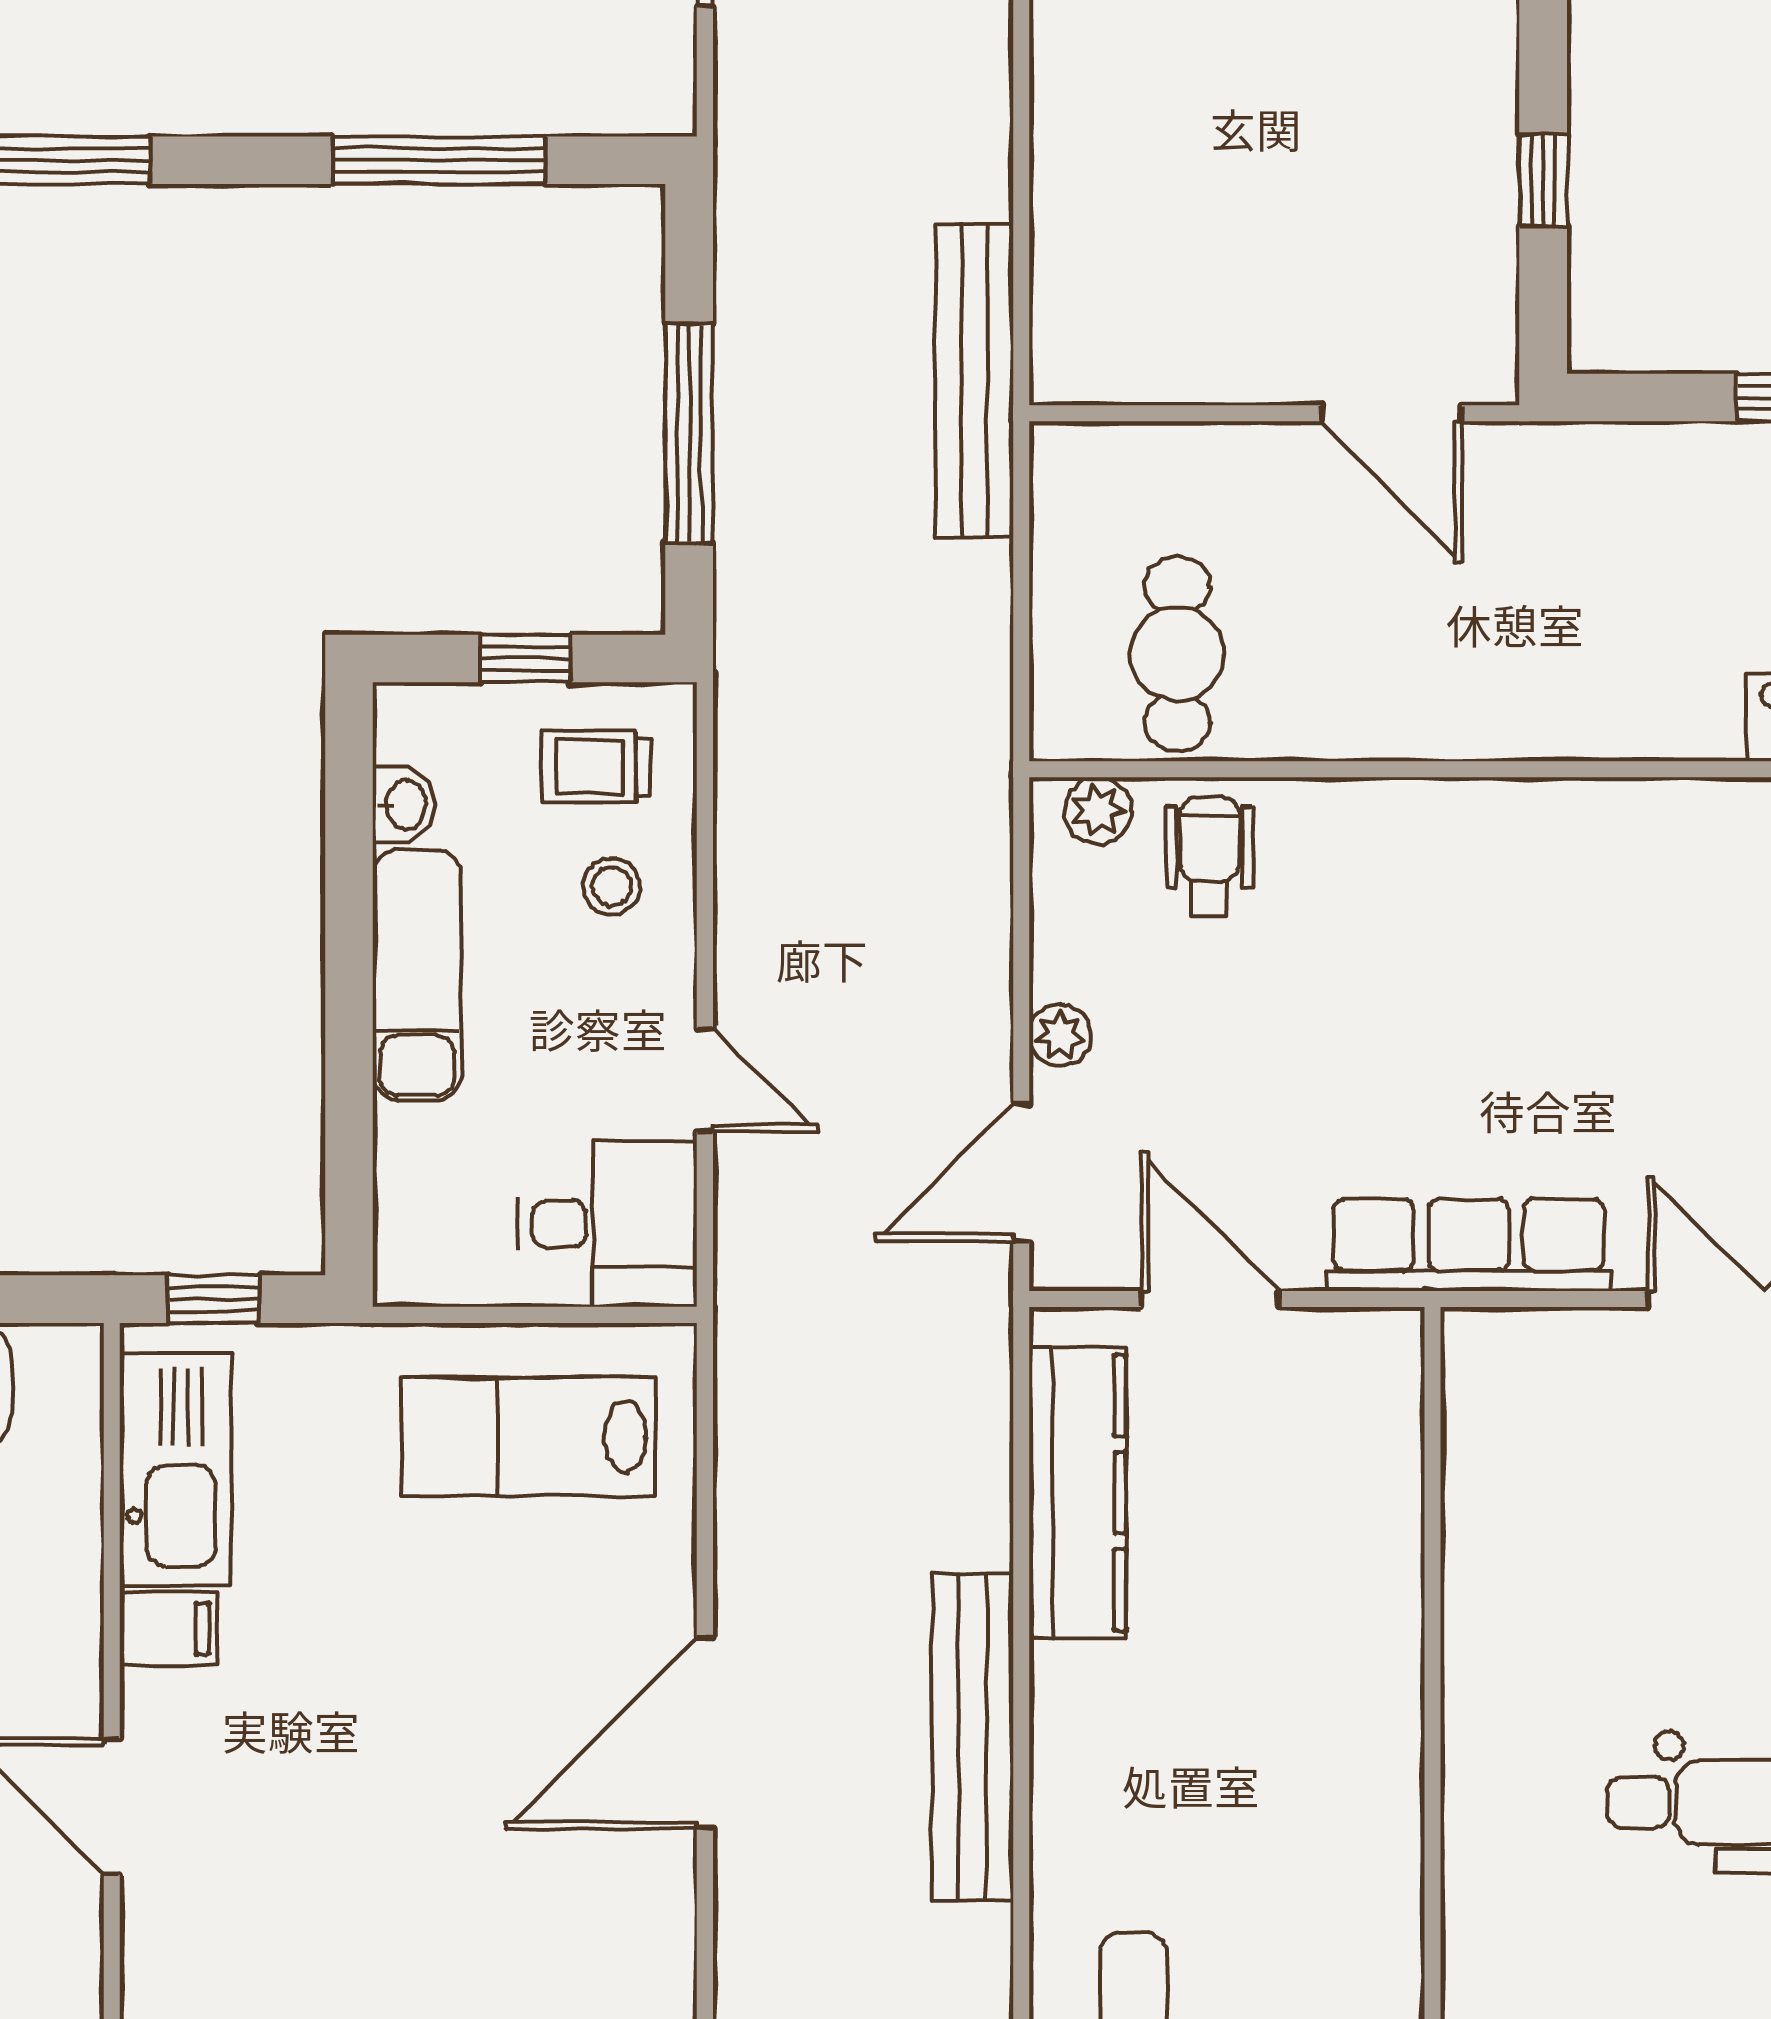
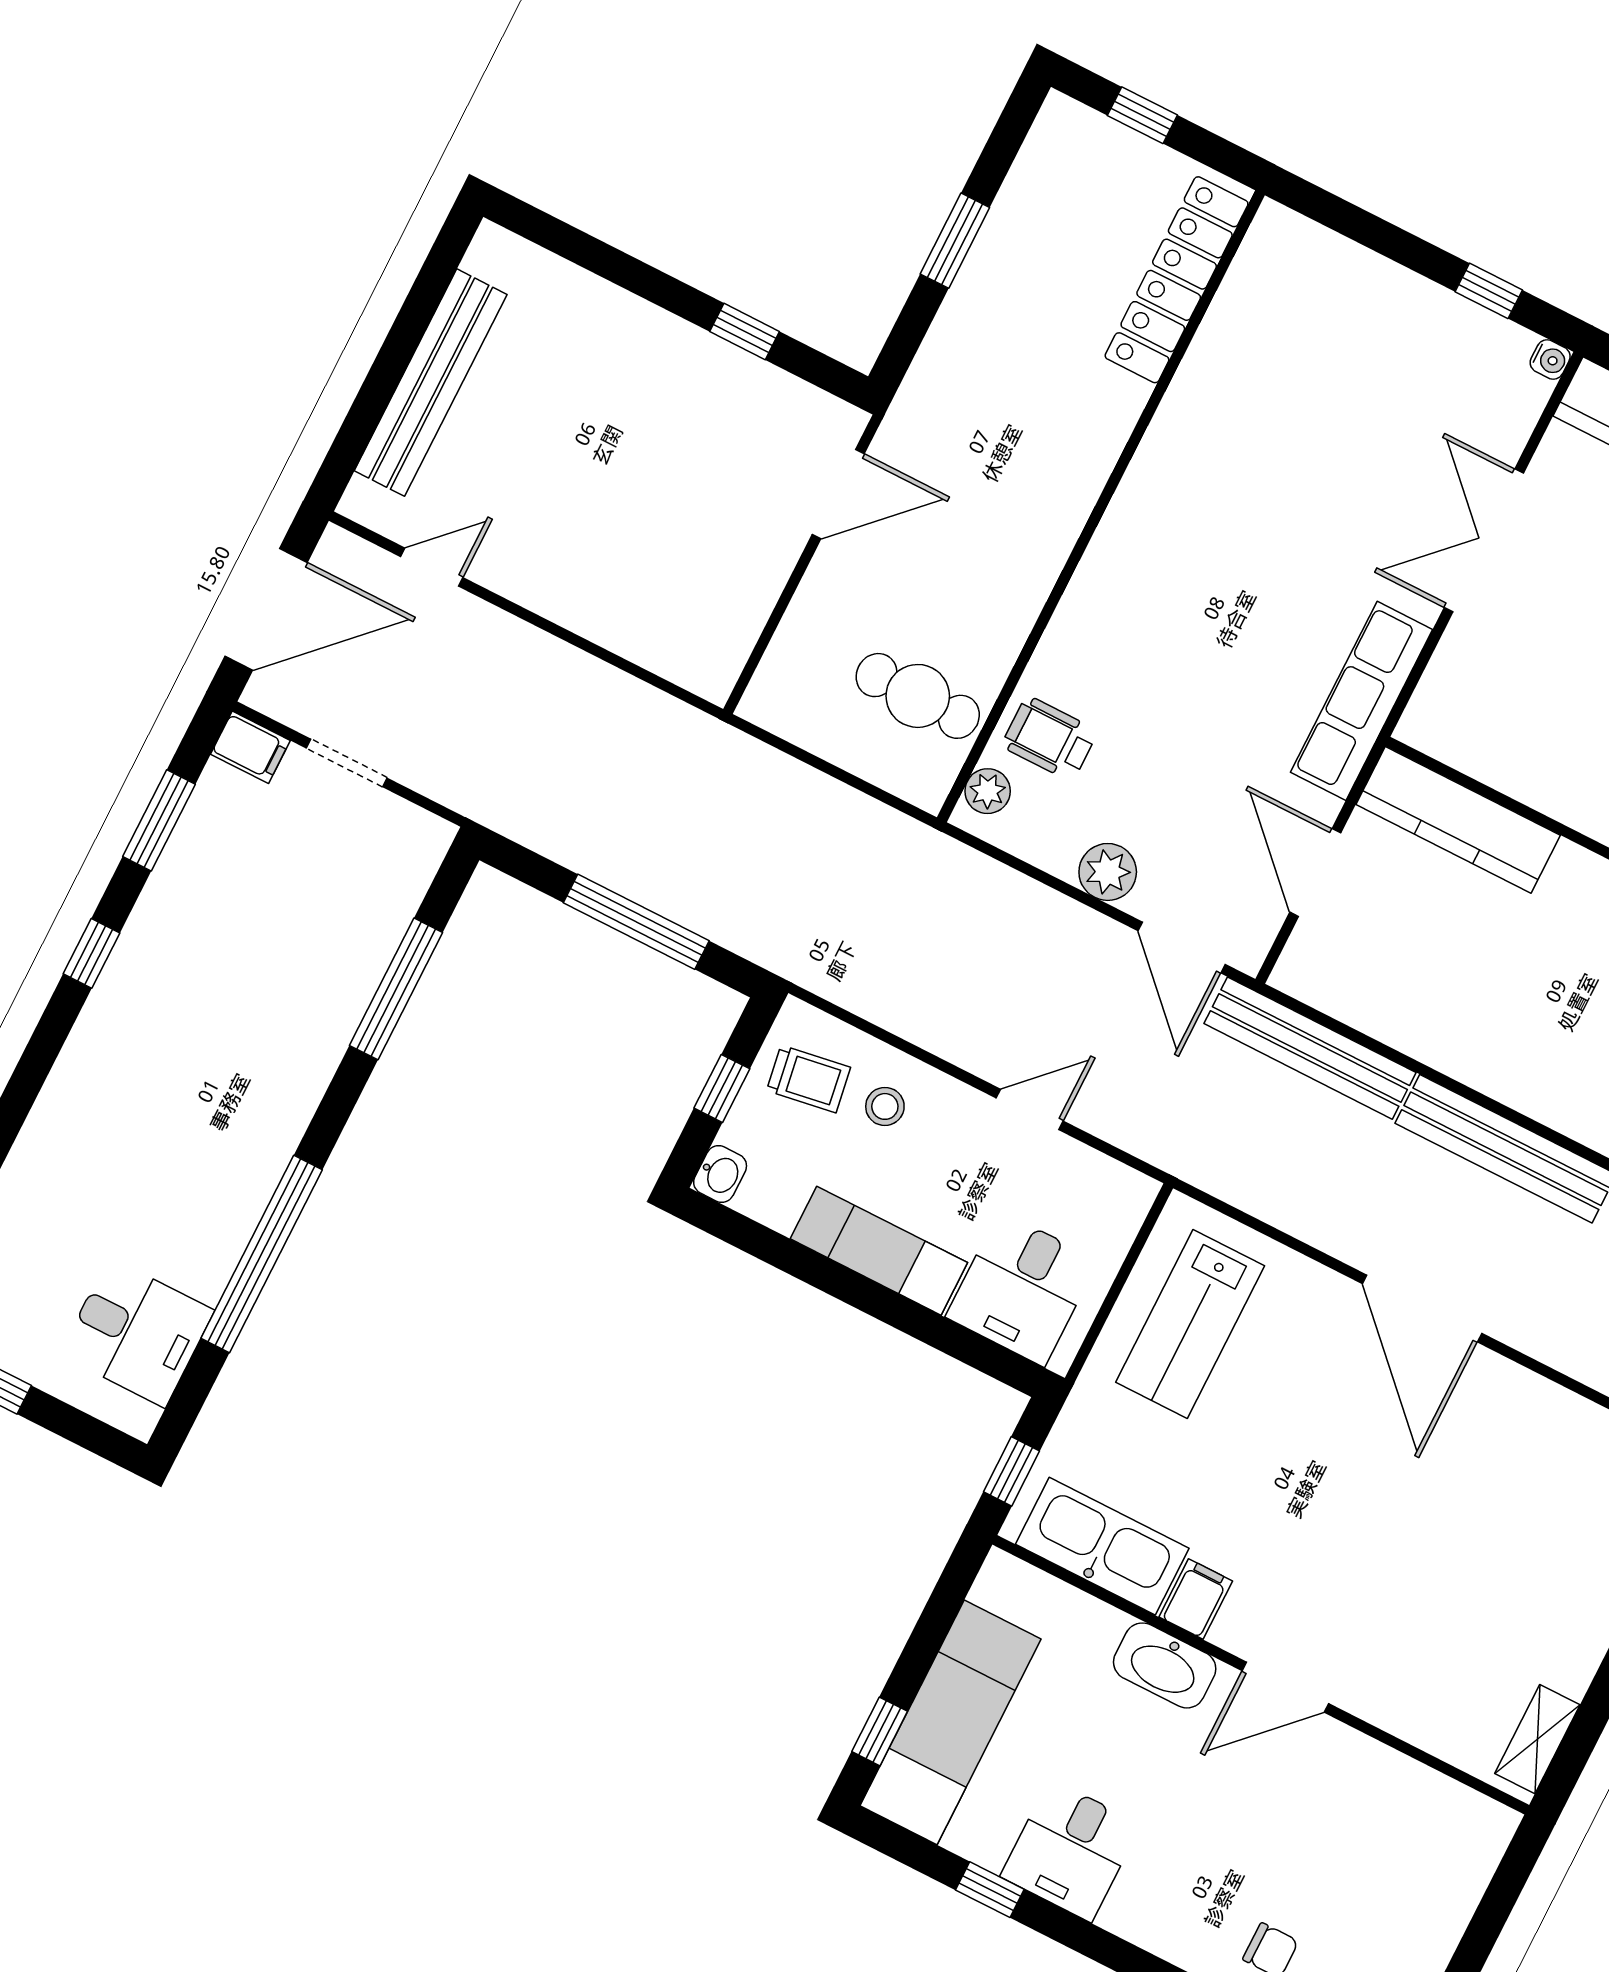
bench: (974, 381) -> (1310, 1048), moved
trolley: (597, 767) -> (808, 1079), turned -99
washbasin: (404, 805) -> (720, 1174), moved, turned 90
plant: (1060, 1035) -> (1108, 872), width x1.38, depth x1.38
desk: (607, 1224) -> (1022, 1289), moved, turned 180
door: (1210, 1299) -> (1315, 873), hinge flipped
kitchen counter: (1078, 1493) -> (1458, 820), moved, turned 180
washbasin: (59, 1632) -> (1165, 1665), added

